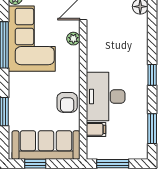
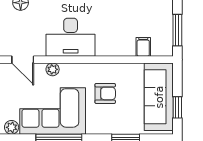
desk: (106, 97) -> (71, 37), moved
armchair: (67, 102) -> (105, 93), moved

